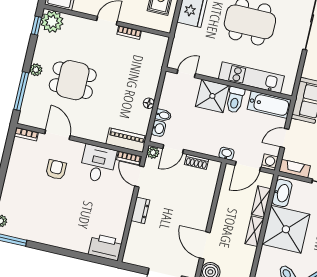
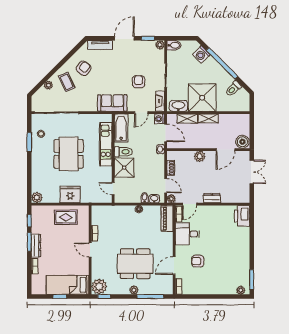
dining table: (73, 80) -> (135, 264), width x1.38
door: (284, 138) -> (141, 113), hinge flipped
plant: (204, 207) -> (200, 156), added

